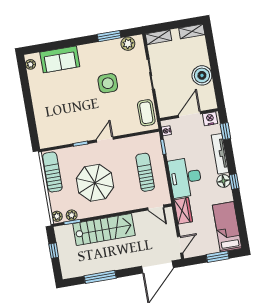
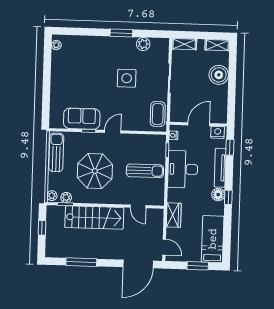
window: (109, 36) -> (121, 33), moved
plant: (128, 44) -> (143, 44), moved
sofa: (60, 59) -> (82, 119), moved, turned 180
boiler: (202, 75) -> (219, 75), moved
sun lounger: (145, 172) -> (145, 171), turned 90
desk: (185, 177) -> (183, 169), moved
door: (156, 208) -> (138, 206), moved
door: (180, 245) -> (164, 247), hinge flipped

